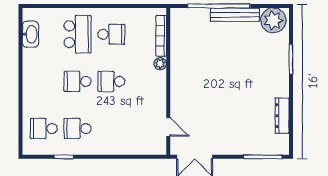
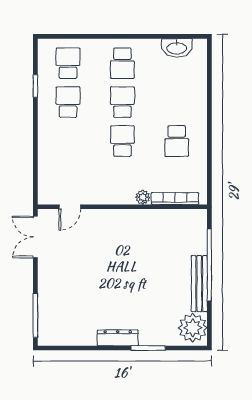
school desk: (78, 34) -> (122, 63), moved, width x0.54
dresser: (282, 116) -> (118, 338), moved

